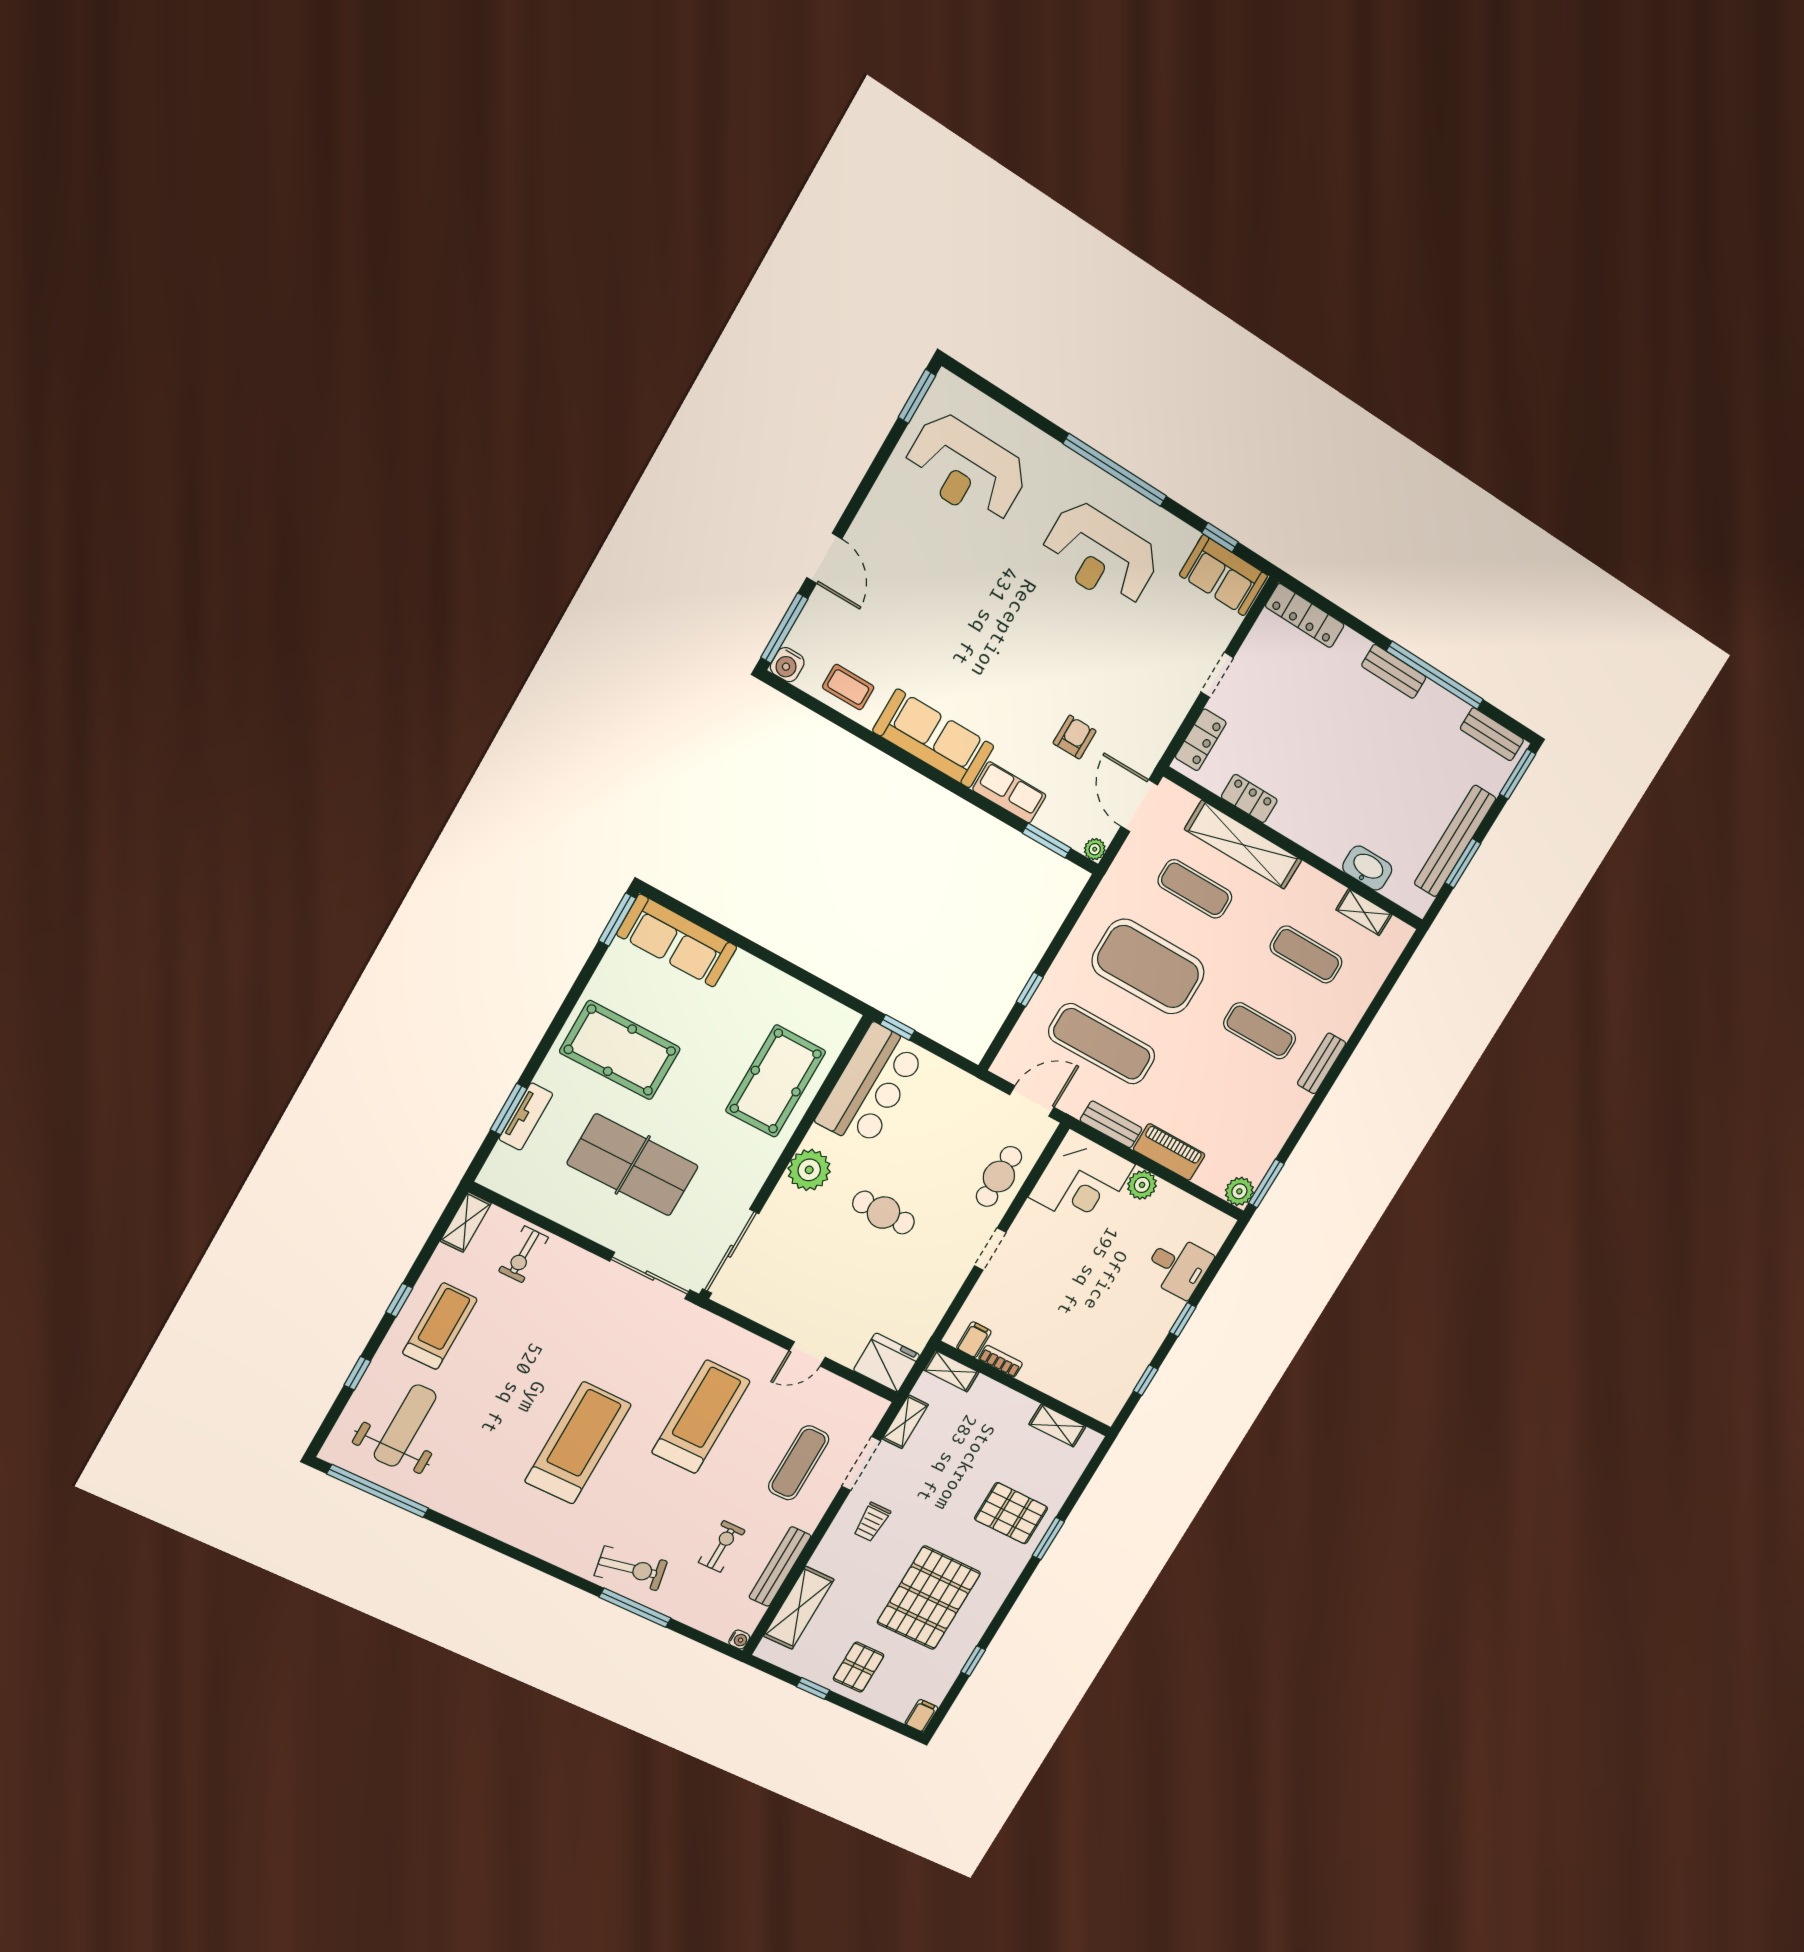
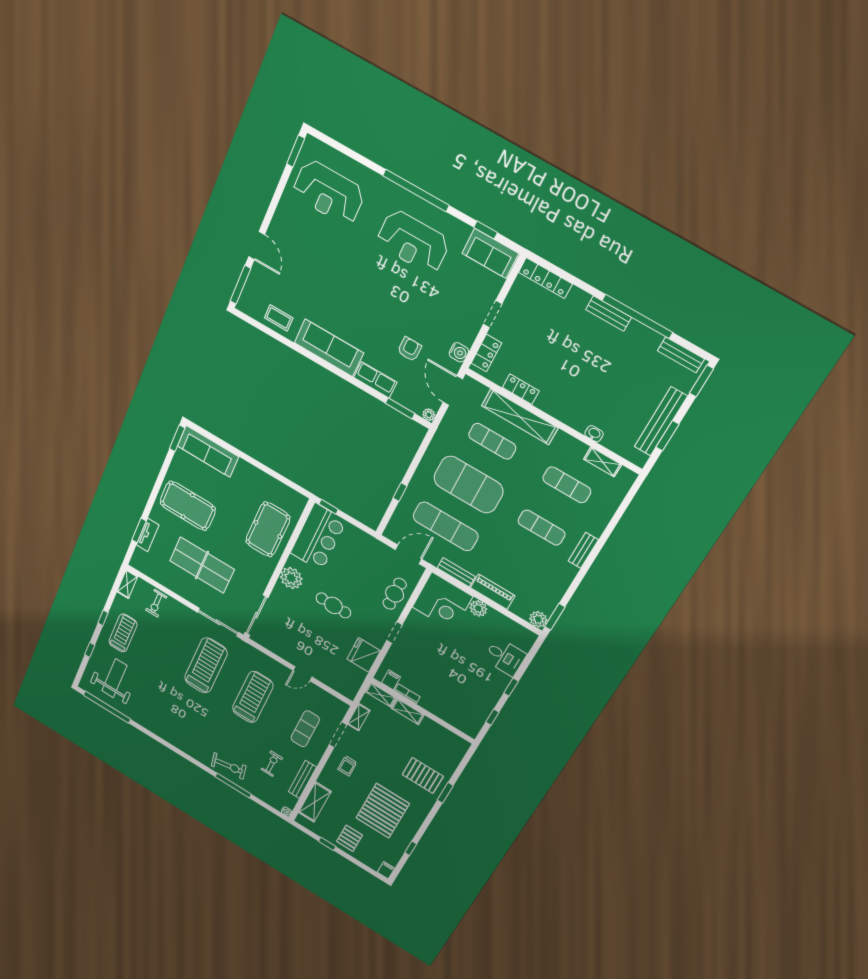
water cooler: (787, 665) -> (459, 352), moved, turned -90
washbasin: (1367, 868) -> (594, 434), width x0.52, depth x0.69
fridge: (887, 1363) -> (364, 655), moved, turned -90
shelving: (1057, 1425) -> (408, 712), moved
treadmill: (578, 1443) -> (206, 665), moved

